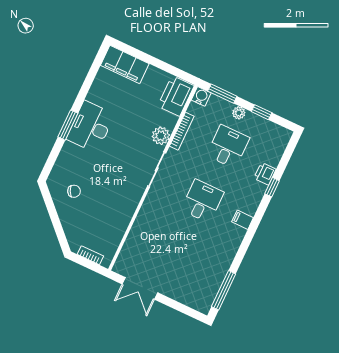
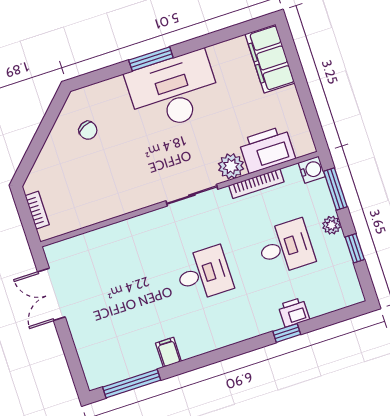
printer: (176, 96) -> (267, 150), moved
desk: (90, 127) -> (174, 91), width x1.36, depth x1.30
filing cabinet: (243, 220) -> (168, 352), moved

